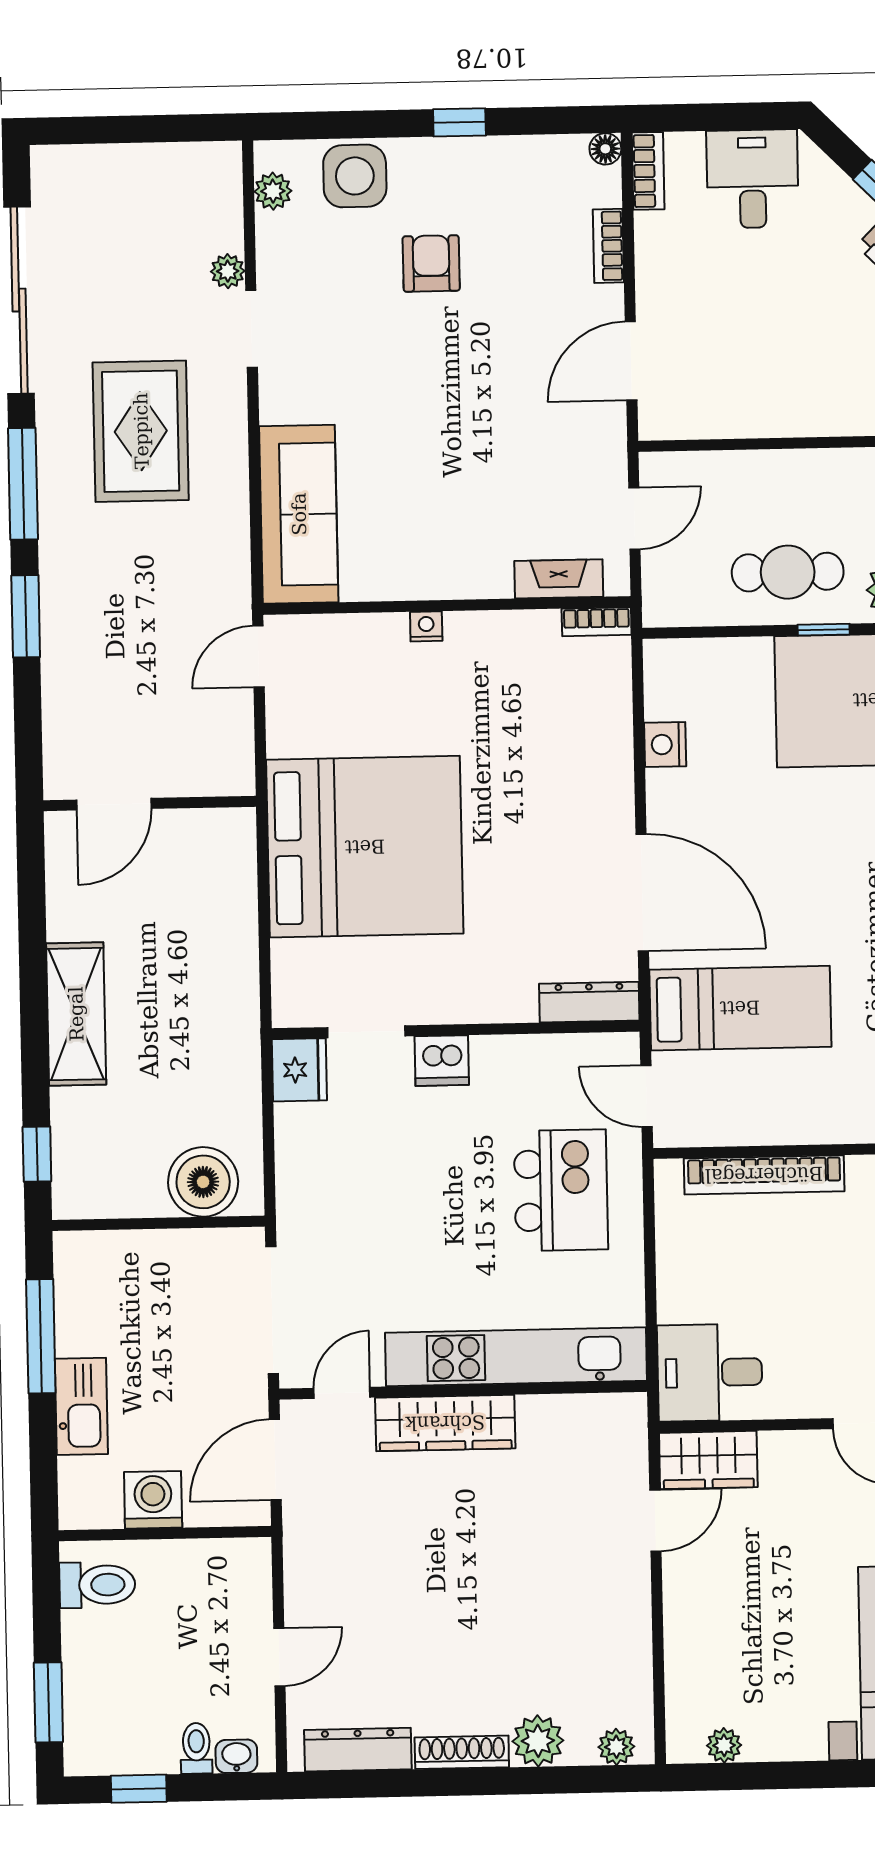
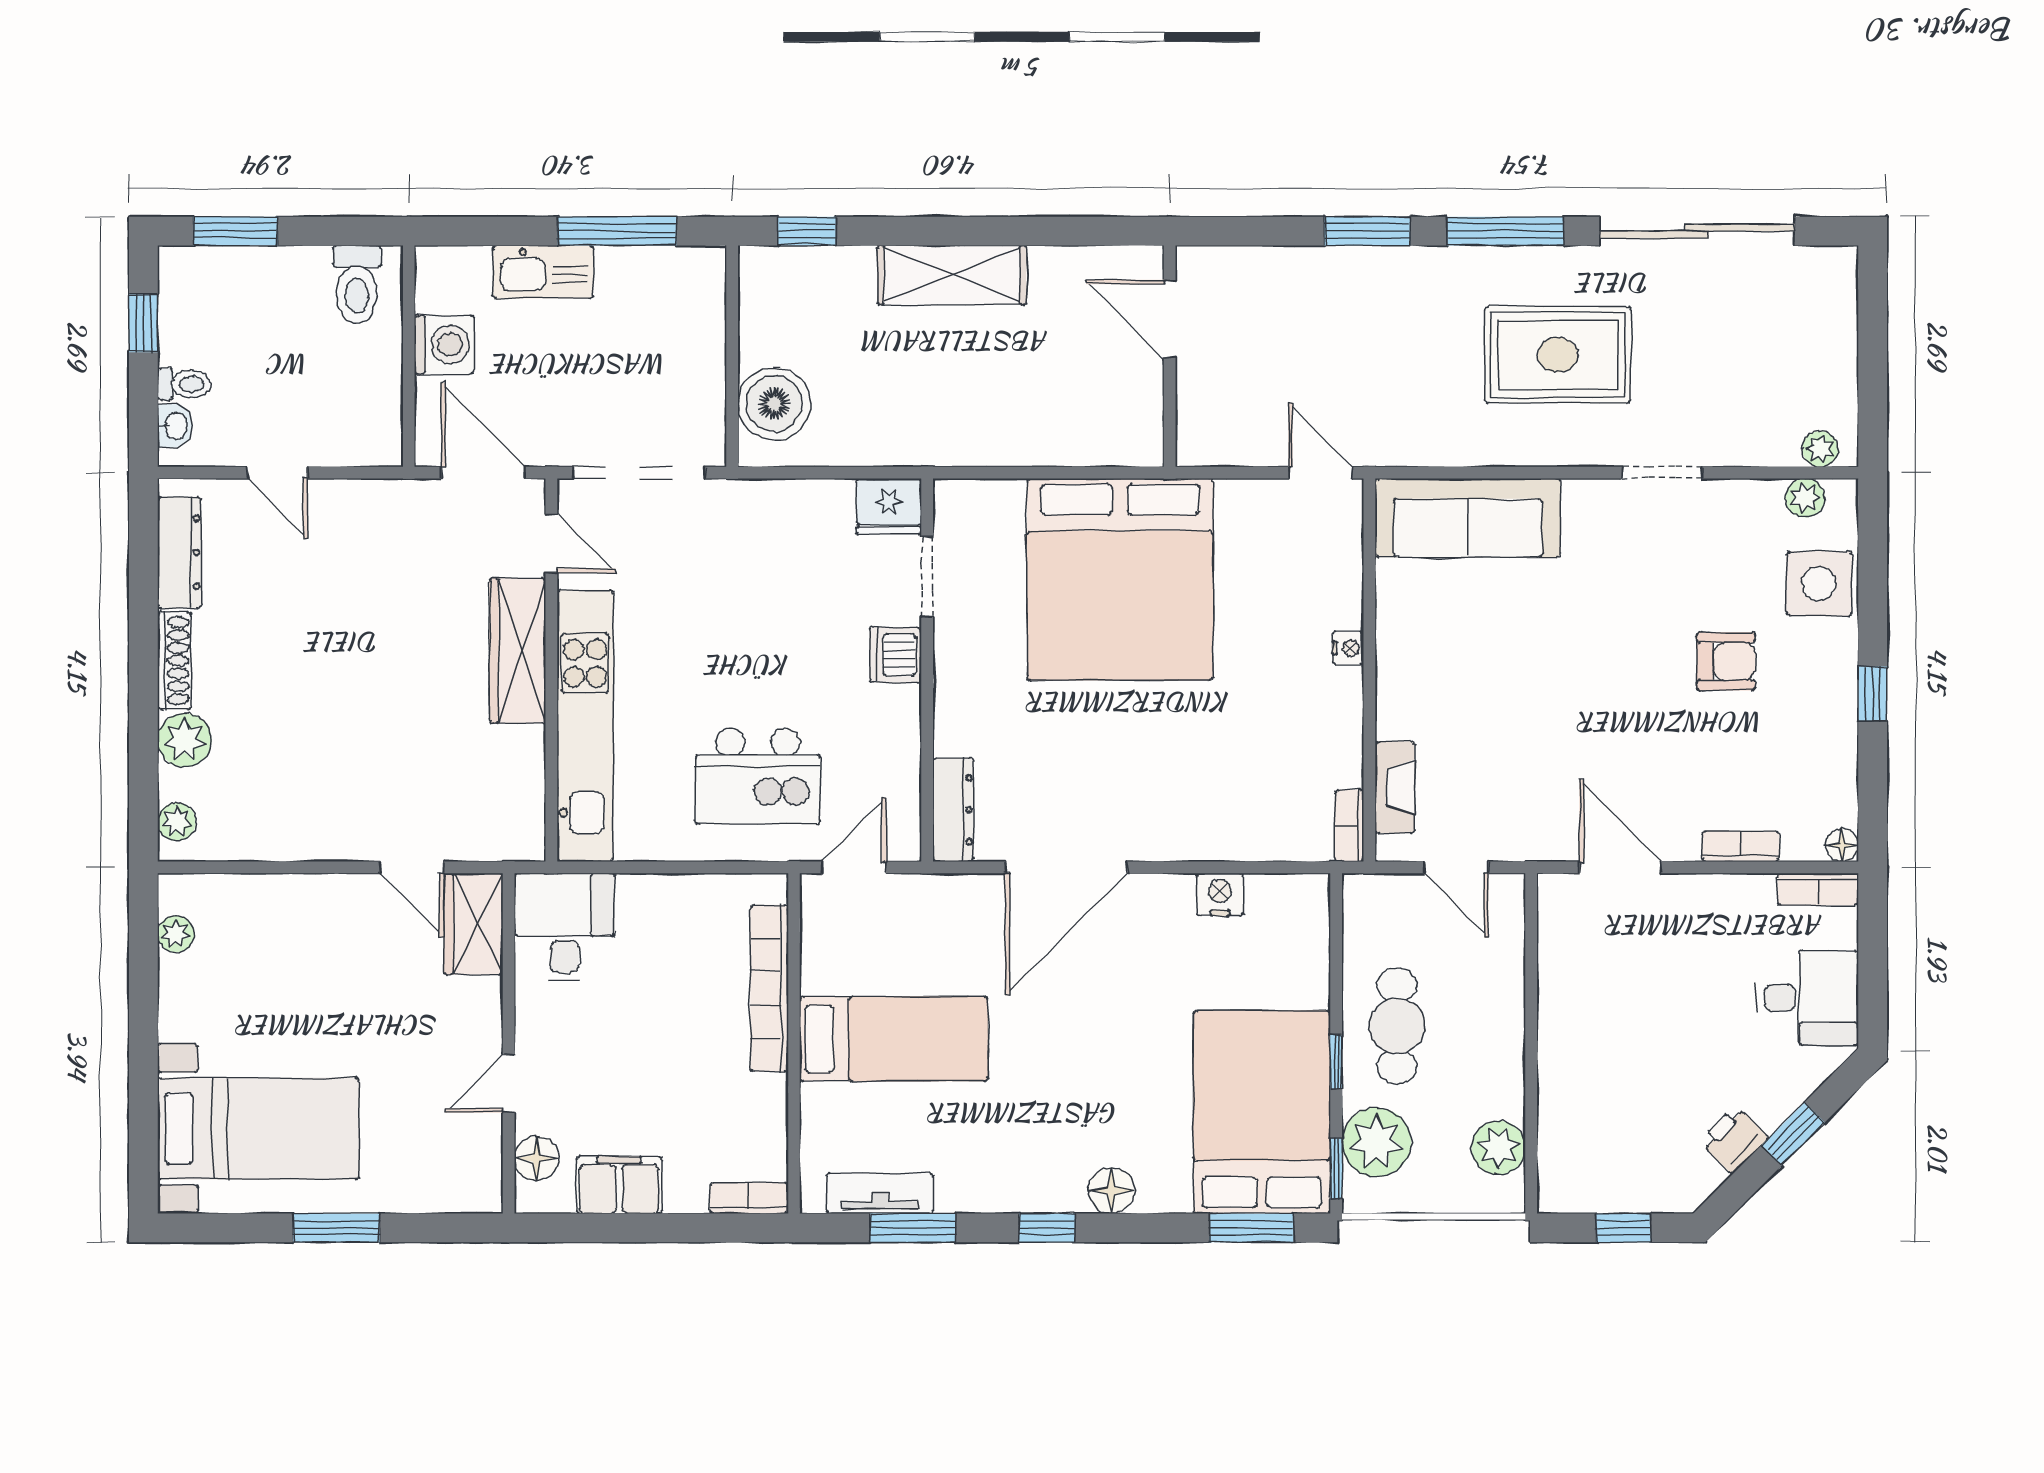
plant: (228, 271) -> (1820, 449), moved
bed: (740, 1008) -> (894, 1039), moved, turned -90

